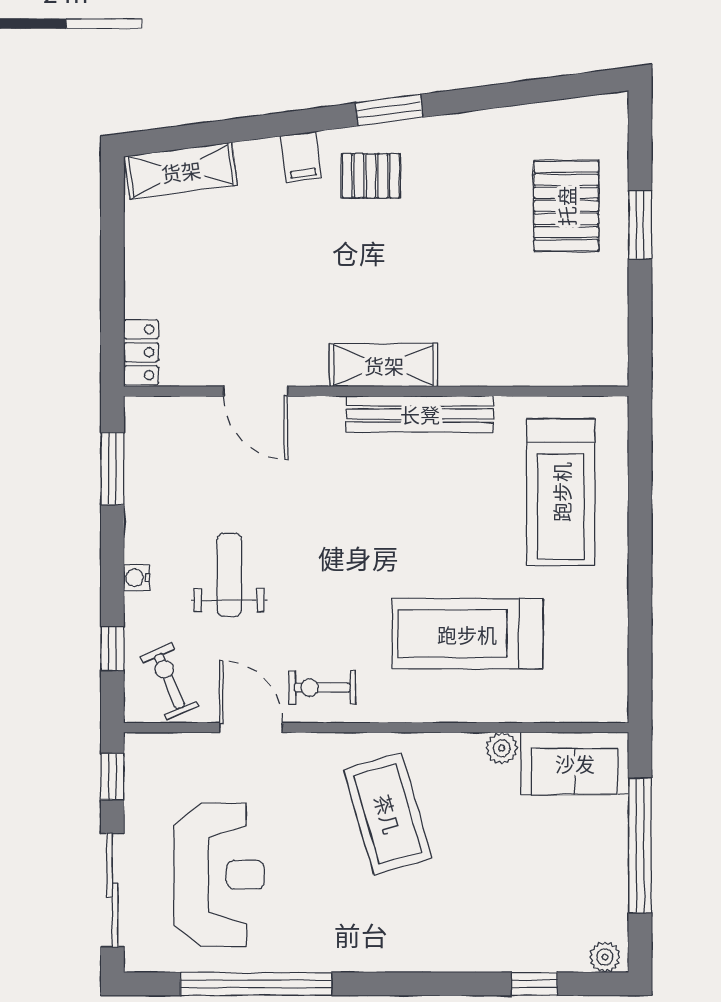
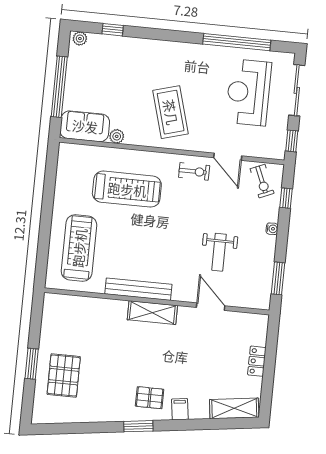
locker: (141, 352) -> (257, 361), moved
weight bench: (229, 575) -> (219, 252), moved

